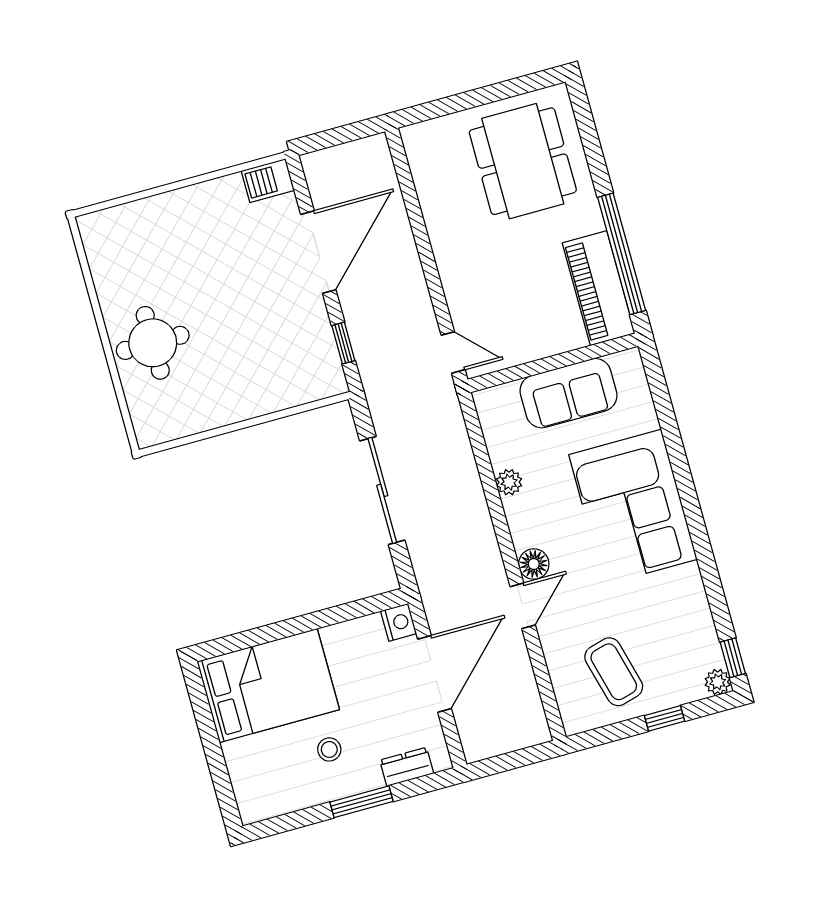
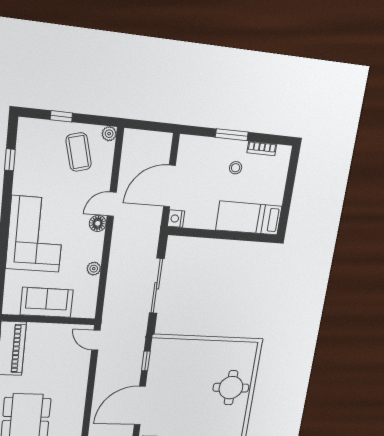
window: (733, 658) -> (10, 160), moved
plant: (718, 682) -> (109, 134), moved
bed: (268, 686) -> (249, 218), width x0.67
dresser: (407, 767) -> (203, 144), removed
bookcase: (297, 800) -> (262, 148), added

